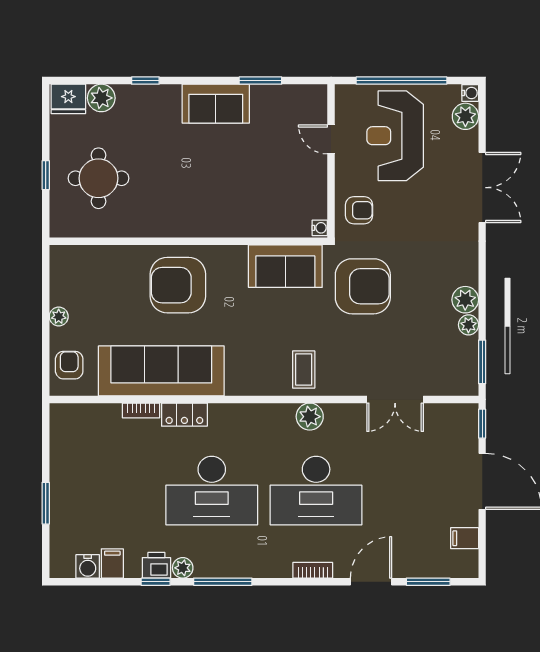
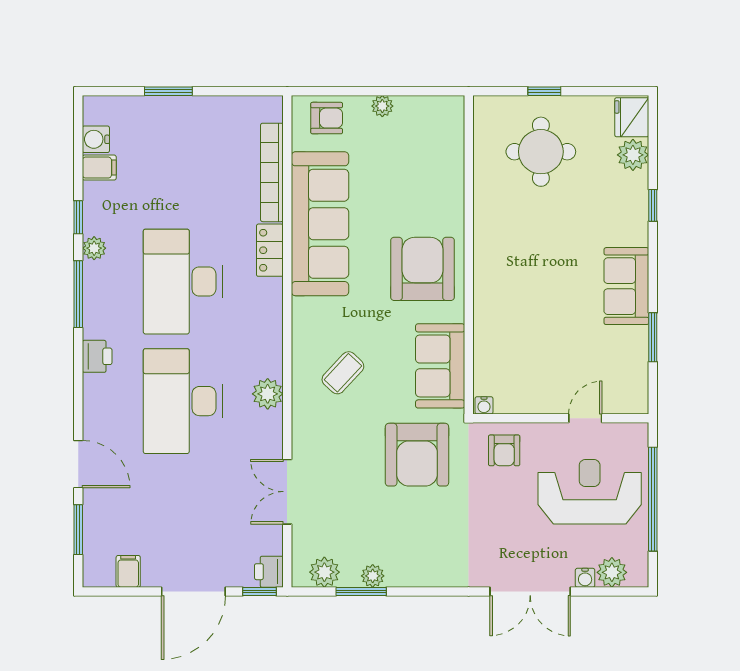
water cooler: (470, 93) -> (585, 578), moved
armchair: (178, 285) -> (422, 269), moved
plant: (465, 300) -> (324, 572), moved
window: (482, 362) -> (361, 591), moved
coffee table: (304, 369) -> (343, 373), moved, turned -47
bookcase: (141, 411) -> (272, 172), width x2.31, depth x1.31
printer: (465, 415) -> (269, 572), added
printer: (156, 565) -> (97, 356), moved
bookcase: (313, 570) -> (91, 397), removed

